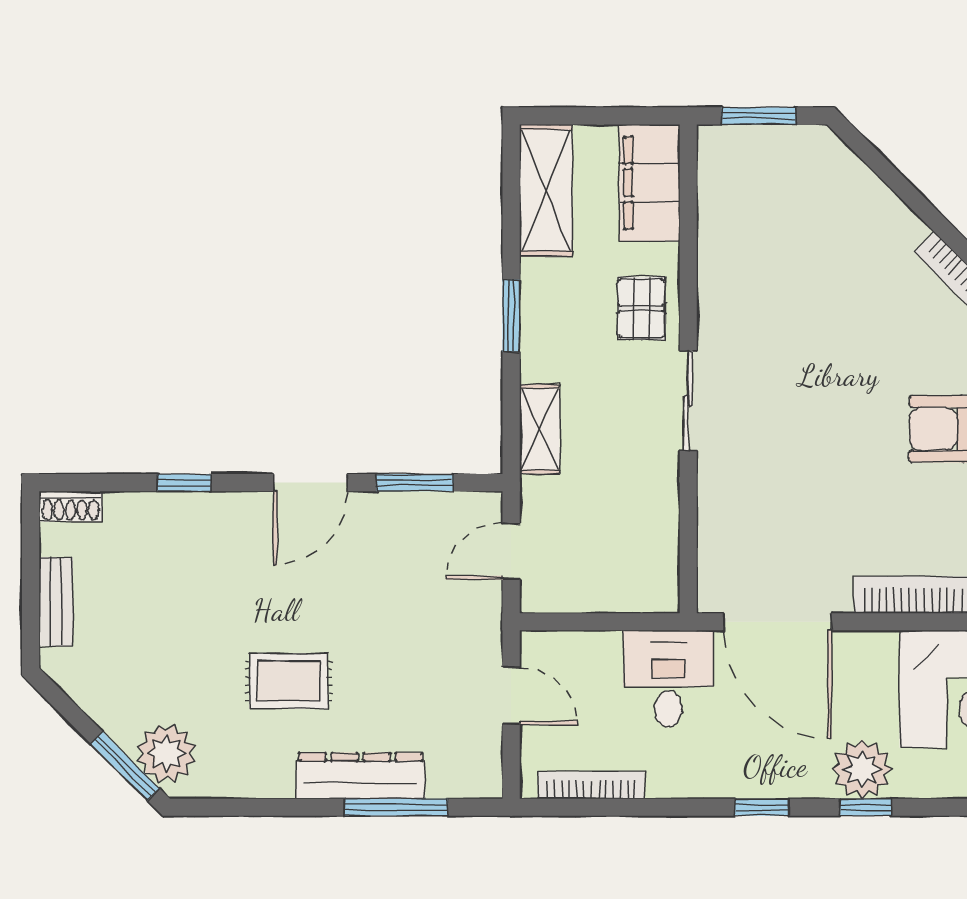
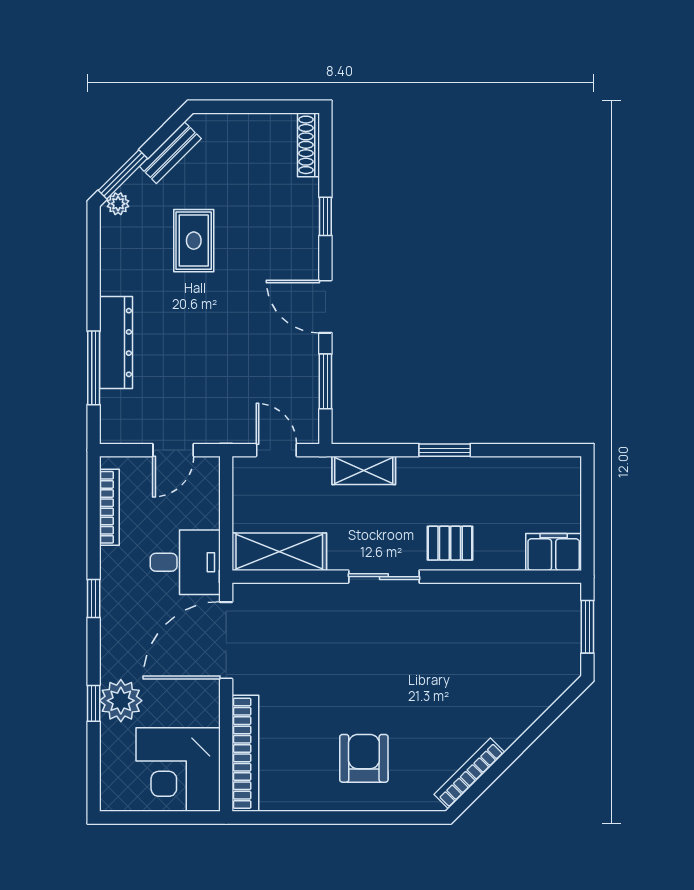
filing cabinet: (650, 183) -> (554, 552), width x0.67, depth x0.86
shelving: (546, 190) -> (279, 552), moved
shoe rack: (70, 506) -> (309, 145), width x1.43
bench: (56, 602) -> (170, 153), moved, turned -45
rug: (289, 681) -> (194, 241), moved
plant: (166, 753) -> (118, 204), width x0.53, depth x0.53
window: (762, 807) -> (94, 599), moved

